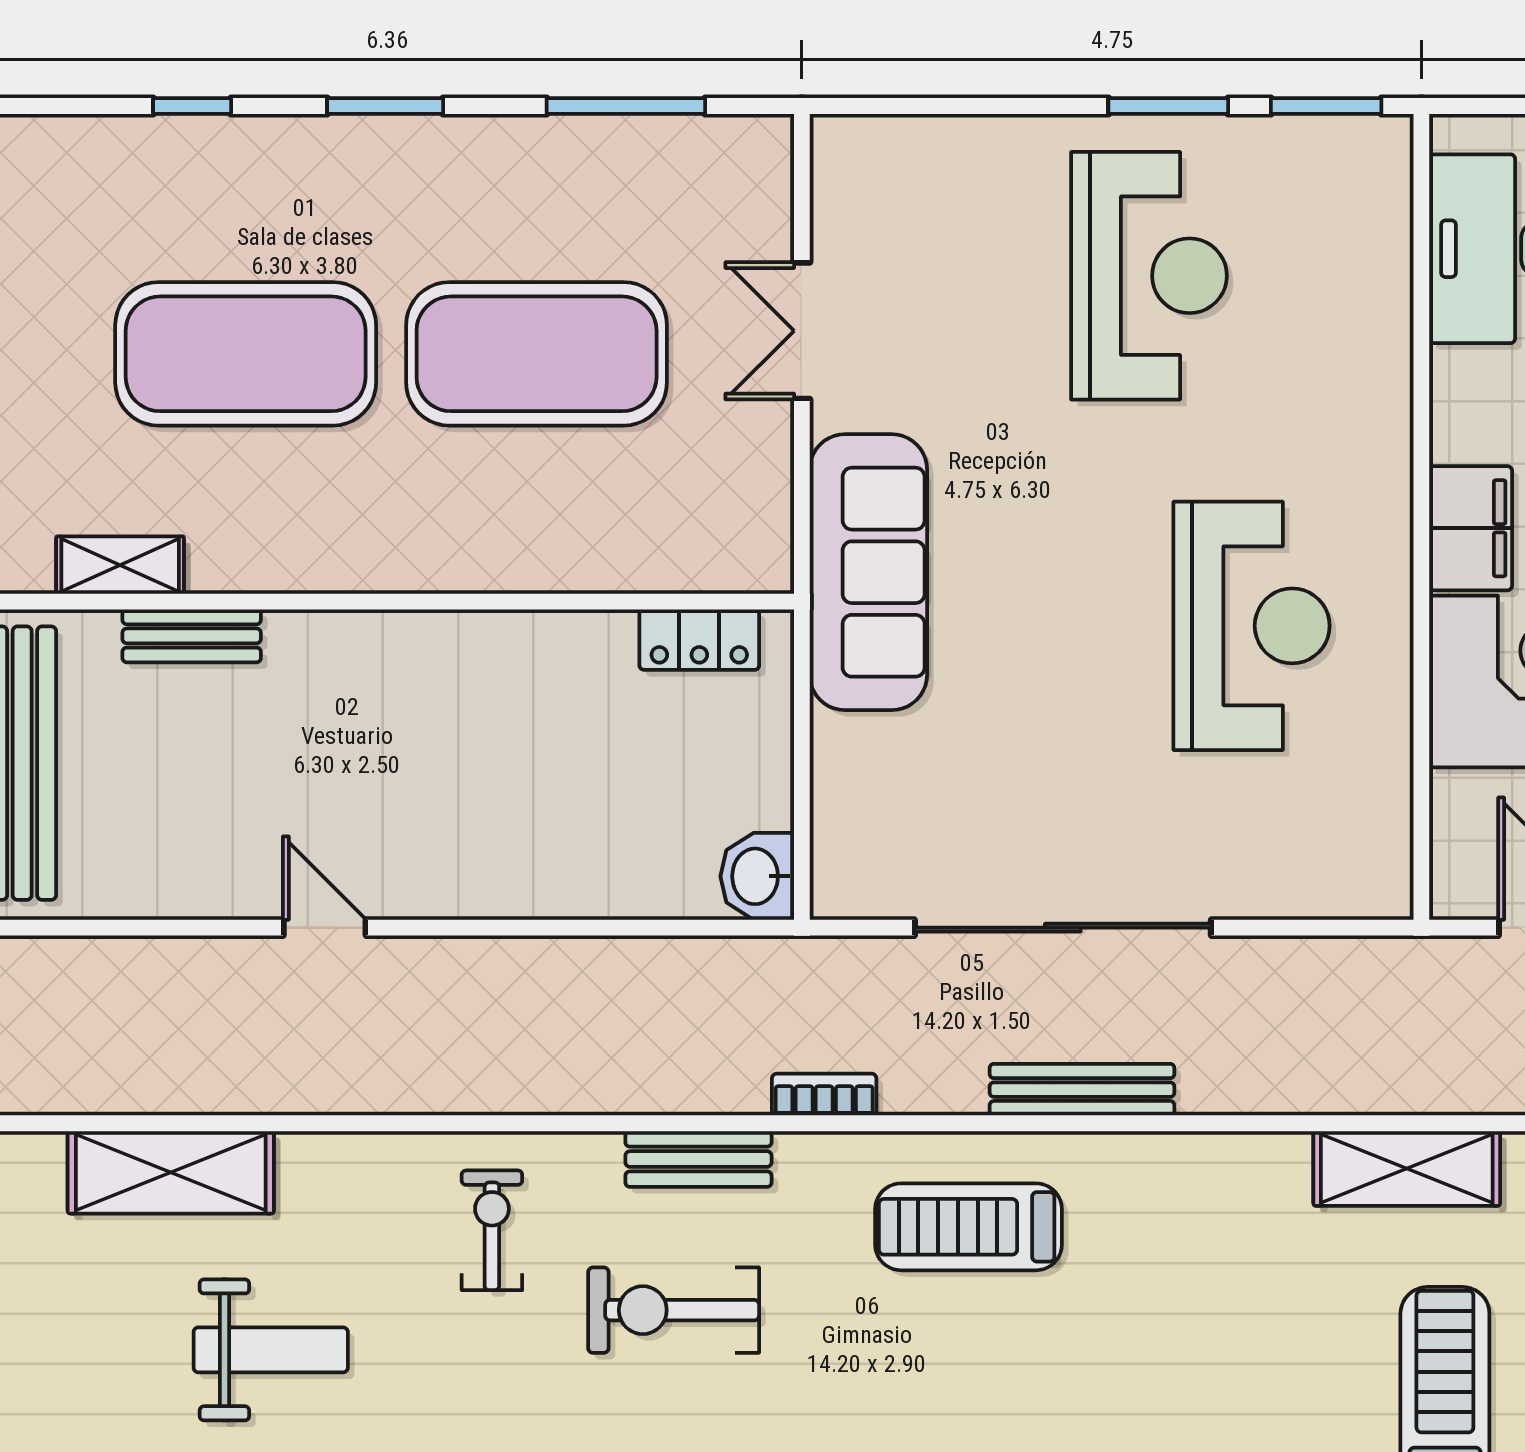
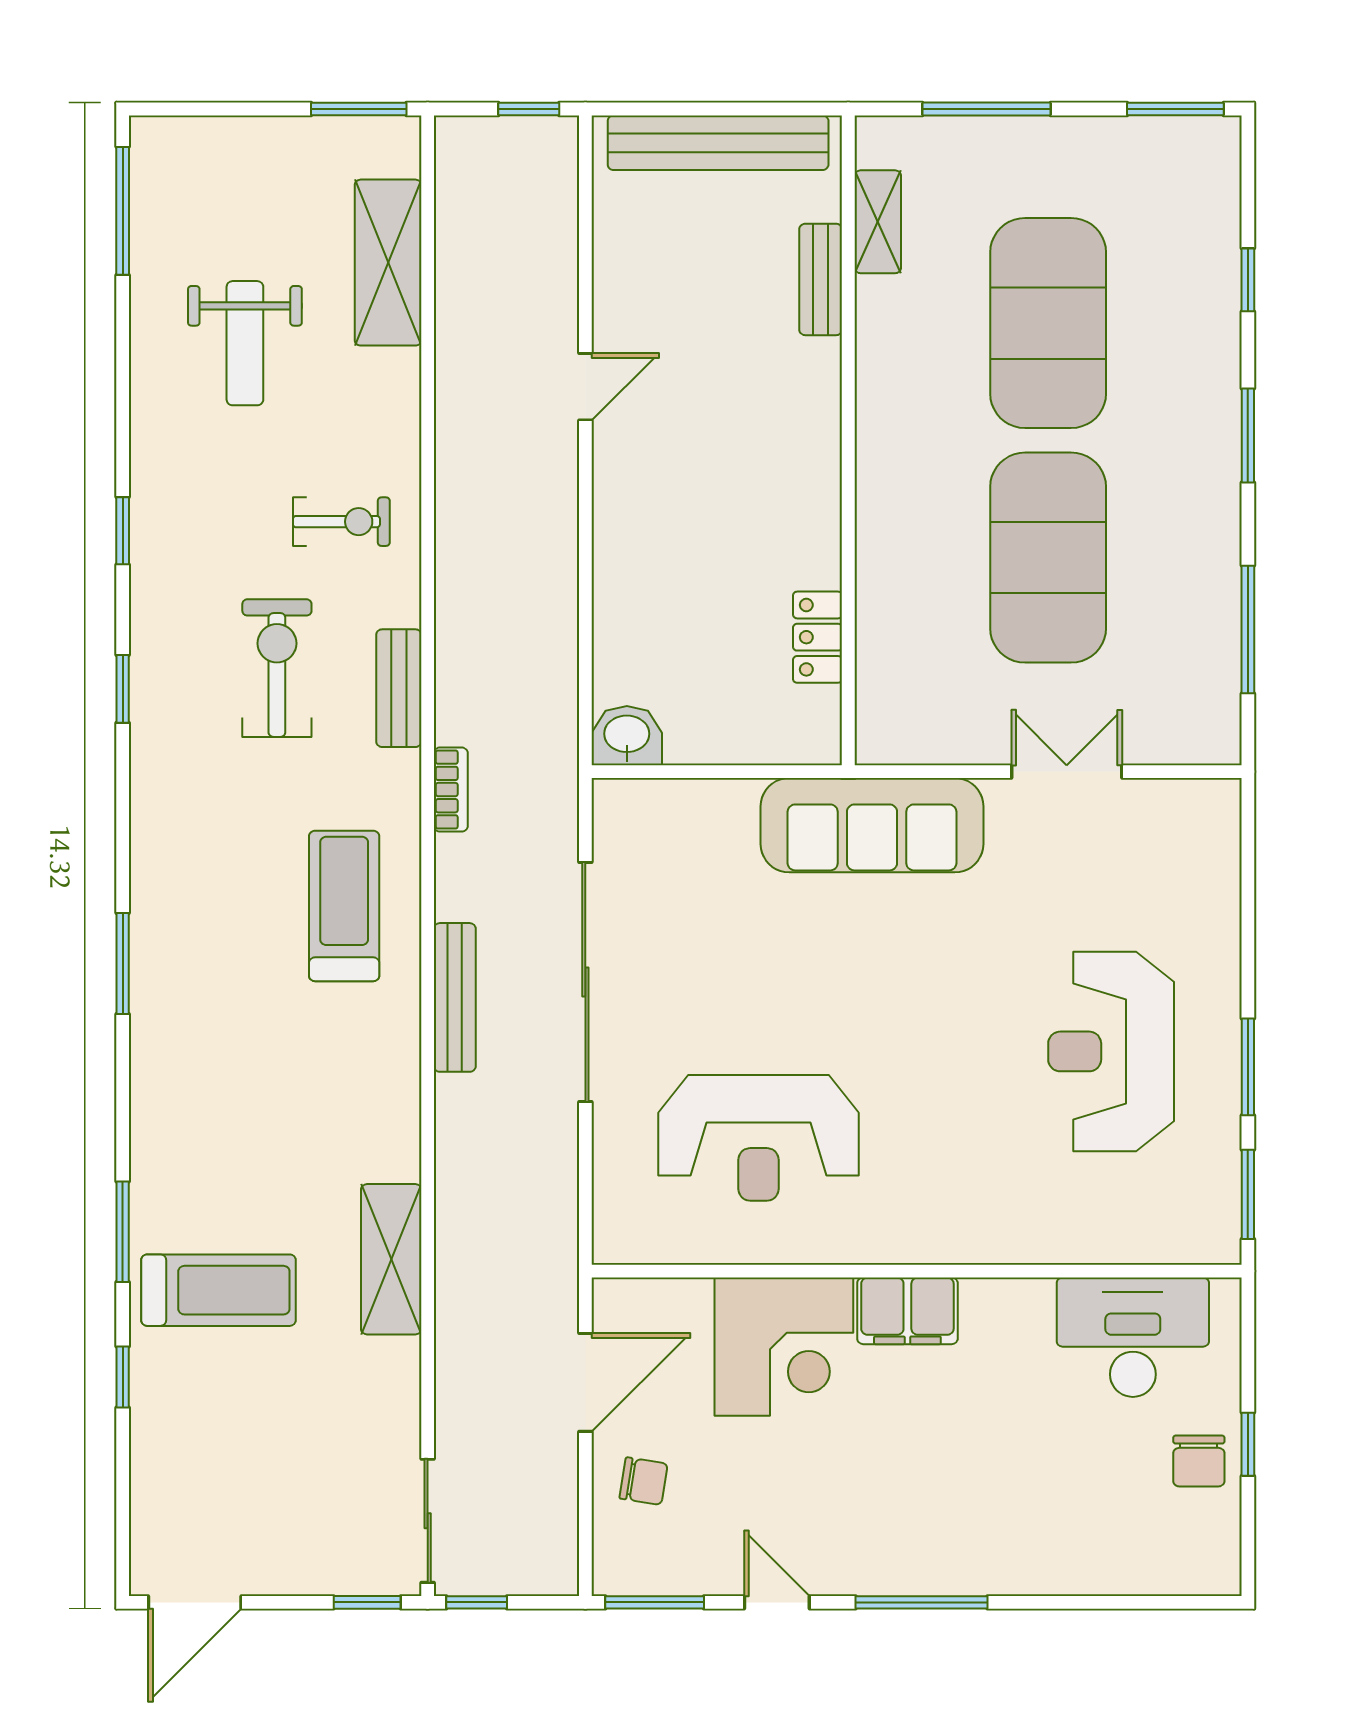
reception desk: (1149, 276) -> (1111, 1051), turned 90
reception desk: (1252, 626) -> (759, 1138), moved
locker: (699, 640) -> (818, 637), moved

